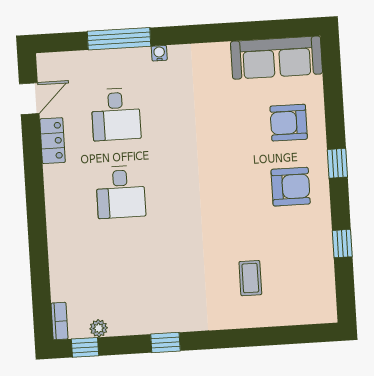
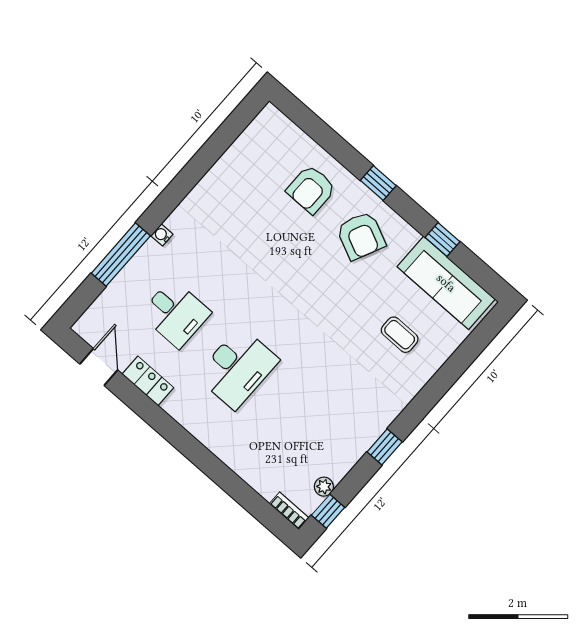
sofa: (277, 58) -> (446, 283), moved, turned 90
armchair: (291, 187) -> (361, 236), turned 115
desk: (121, 192) -> (238, 368), width x1.37

